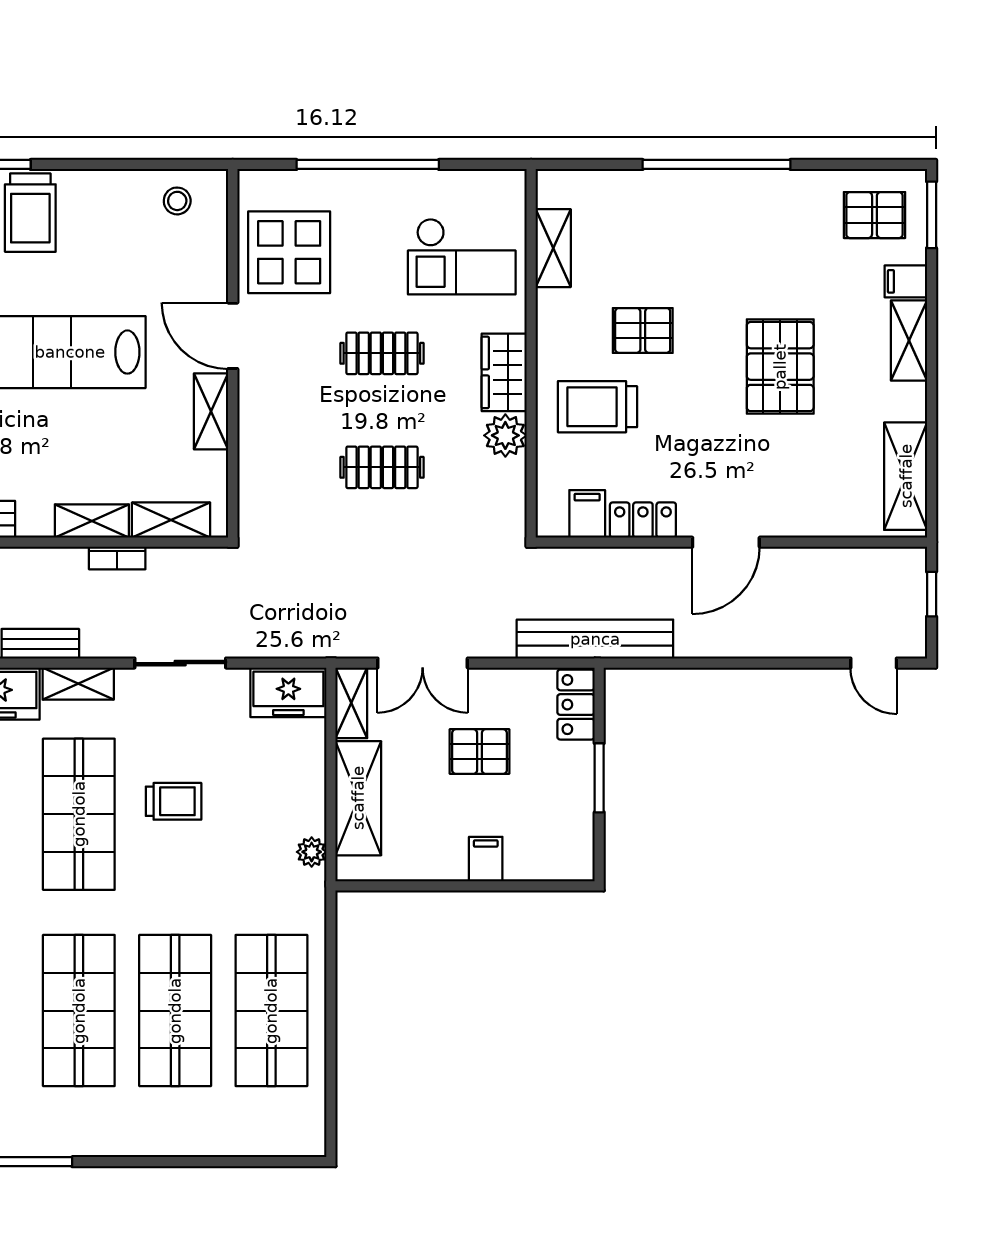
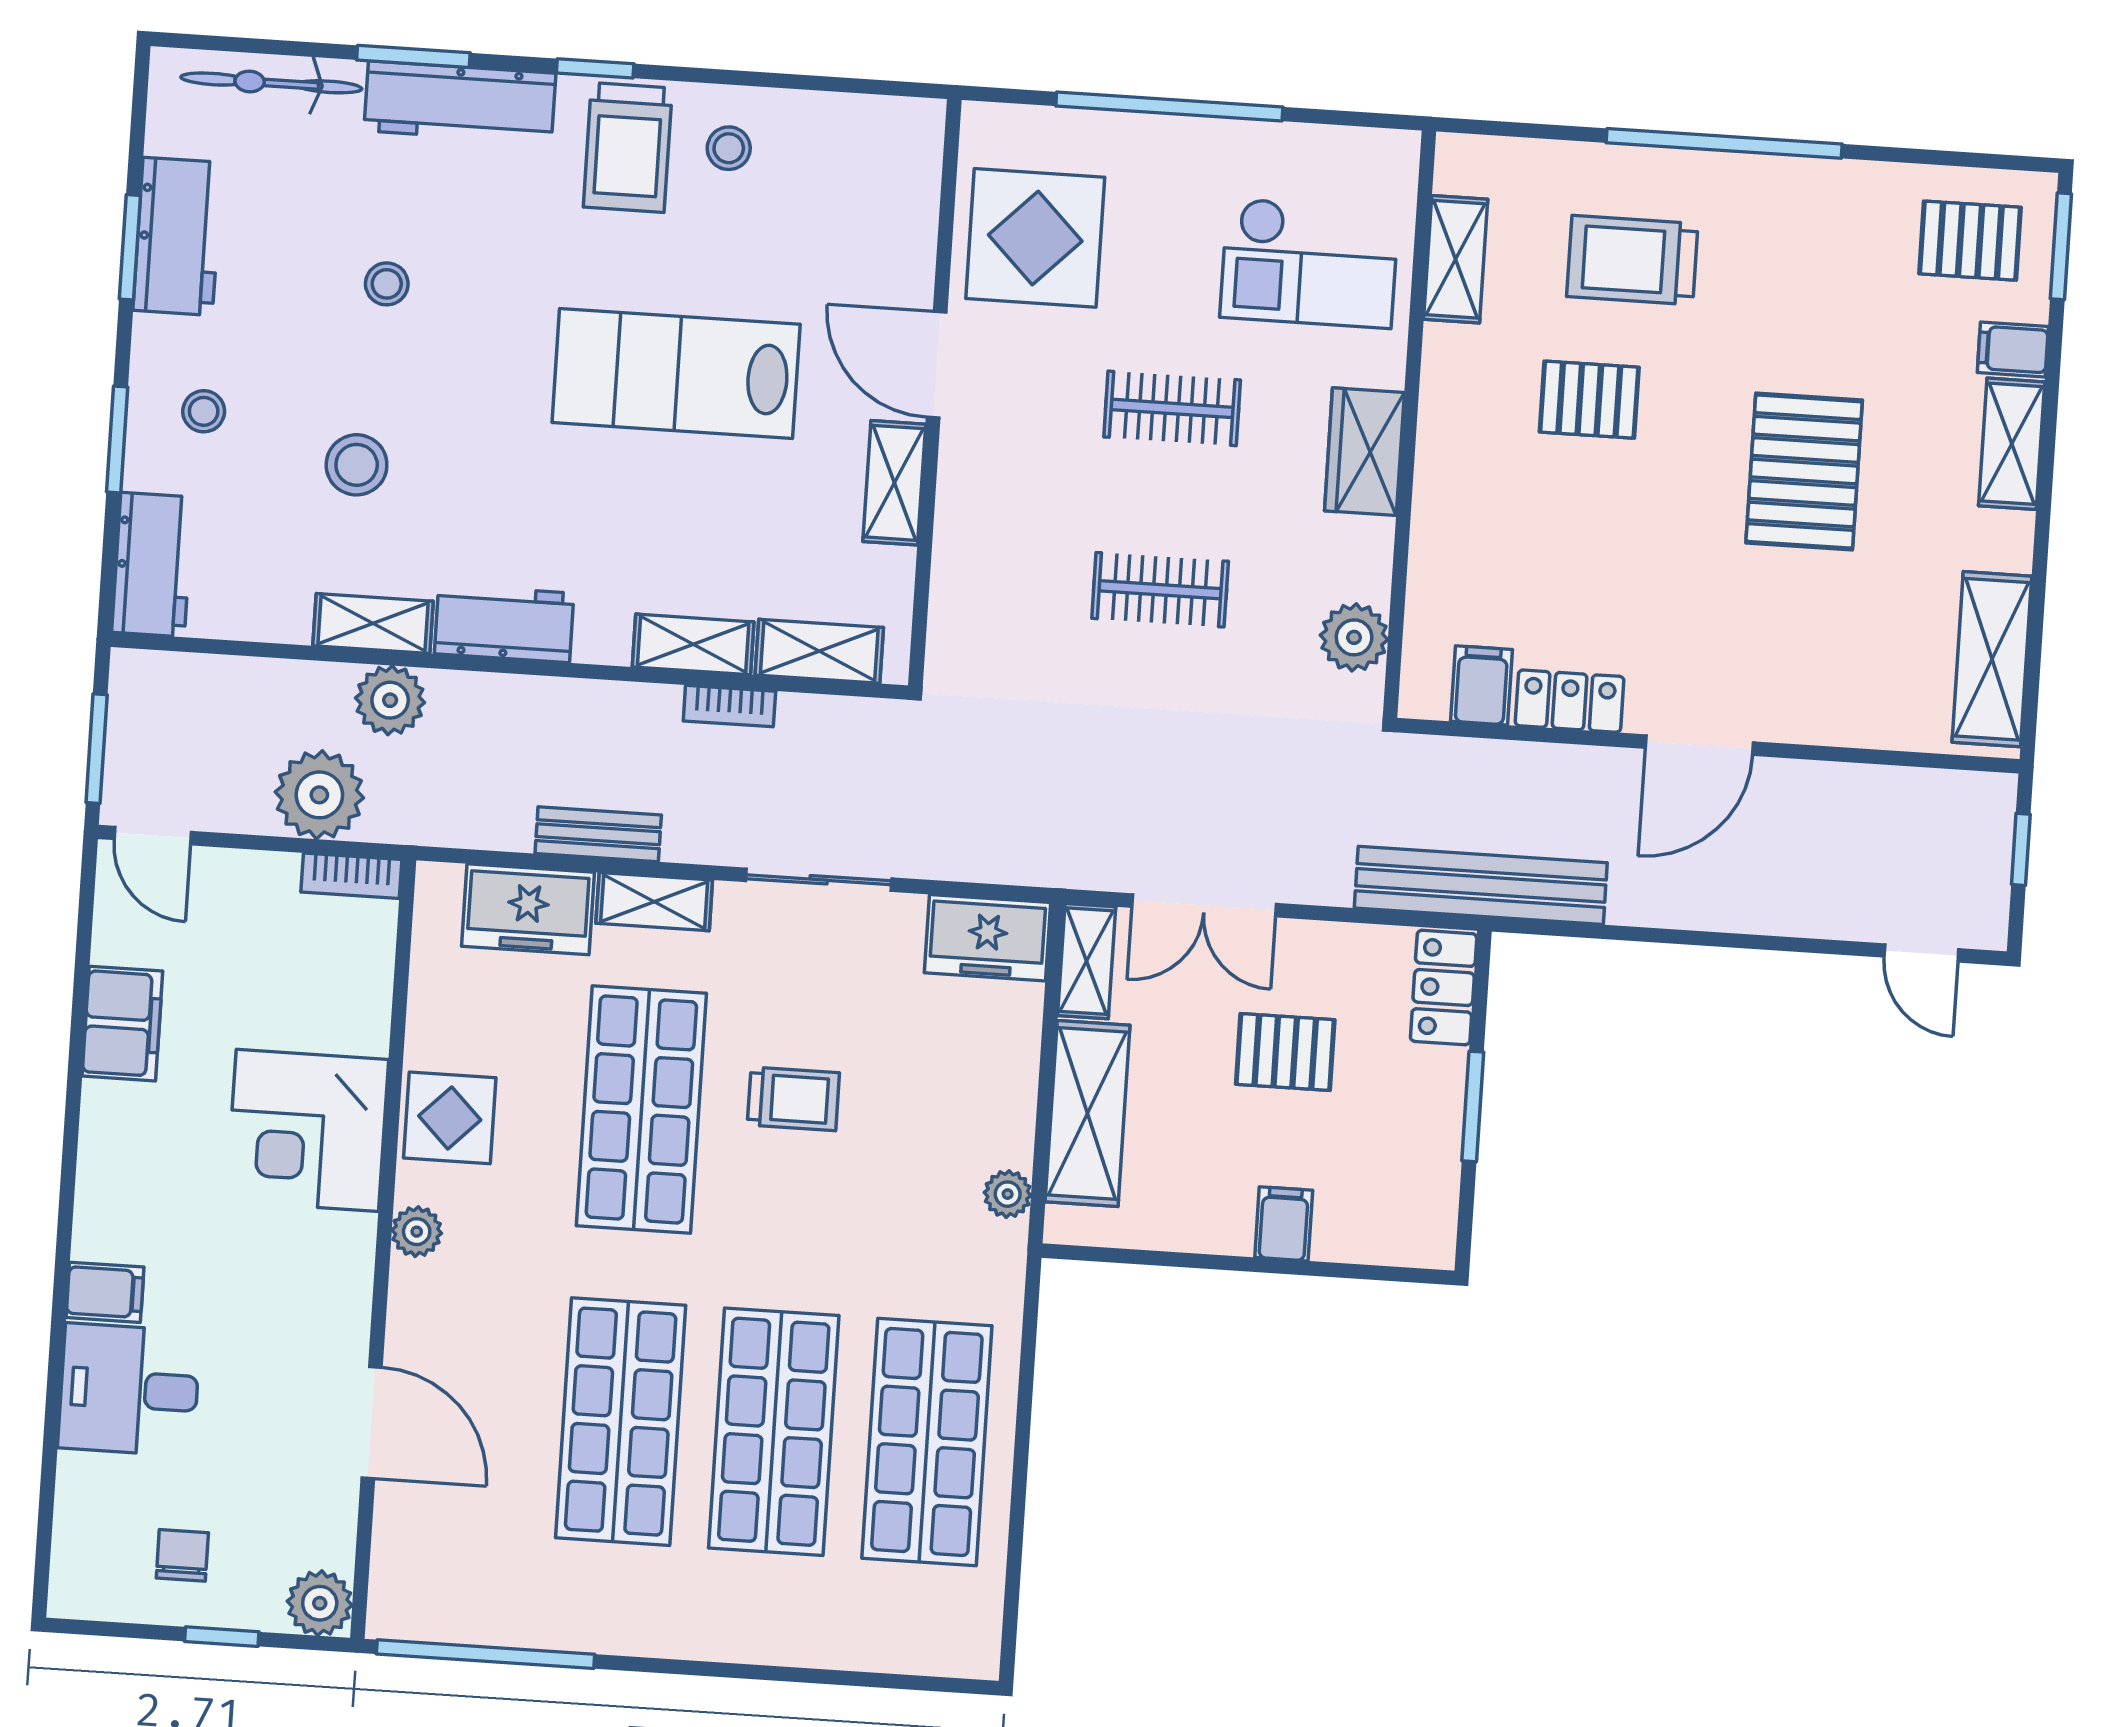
stool: (177, 201) -> (729, 148), moved
trolley: (598, 407) -> (1632, 260), moved
plant: (505, 435) -> (1354, 637), moved

